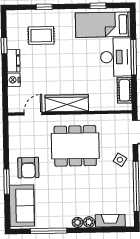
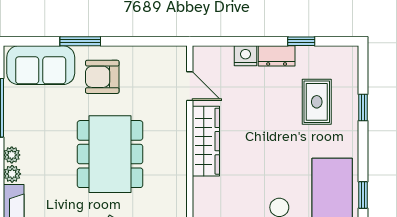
dining table: (75, 146) -> (110, 154), moved

